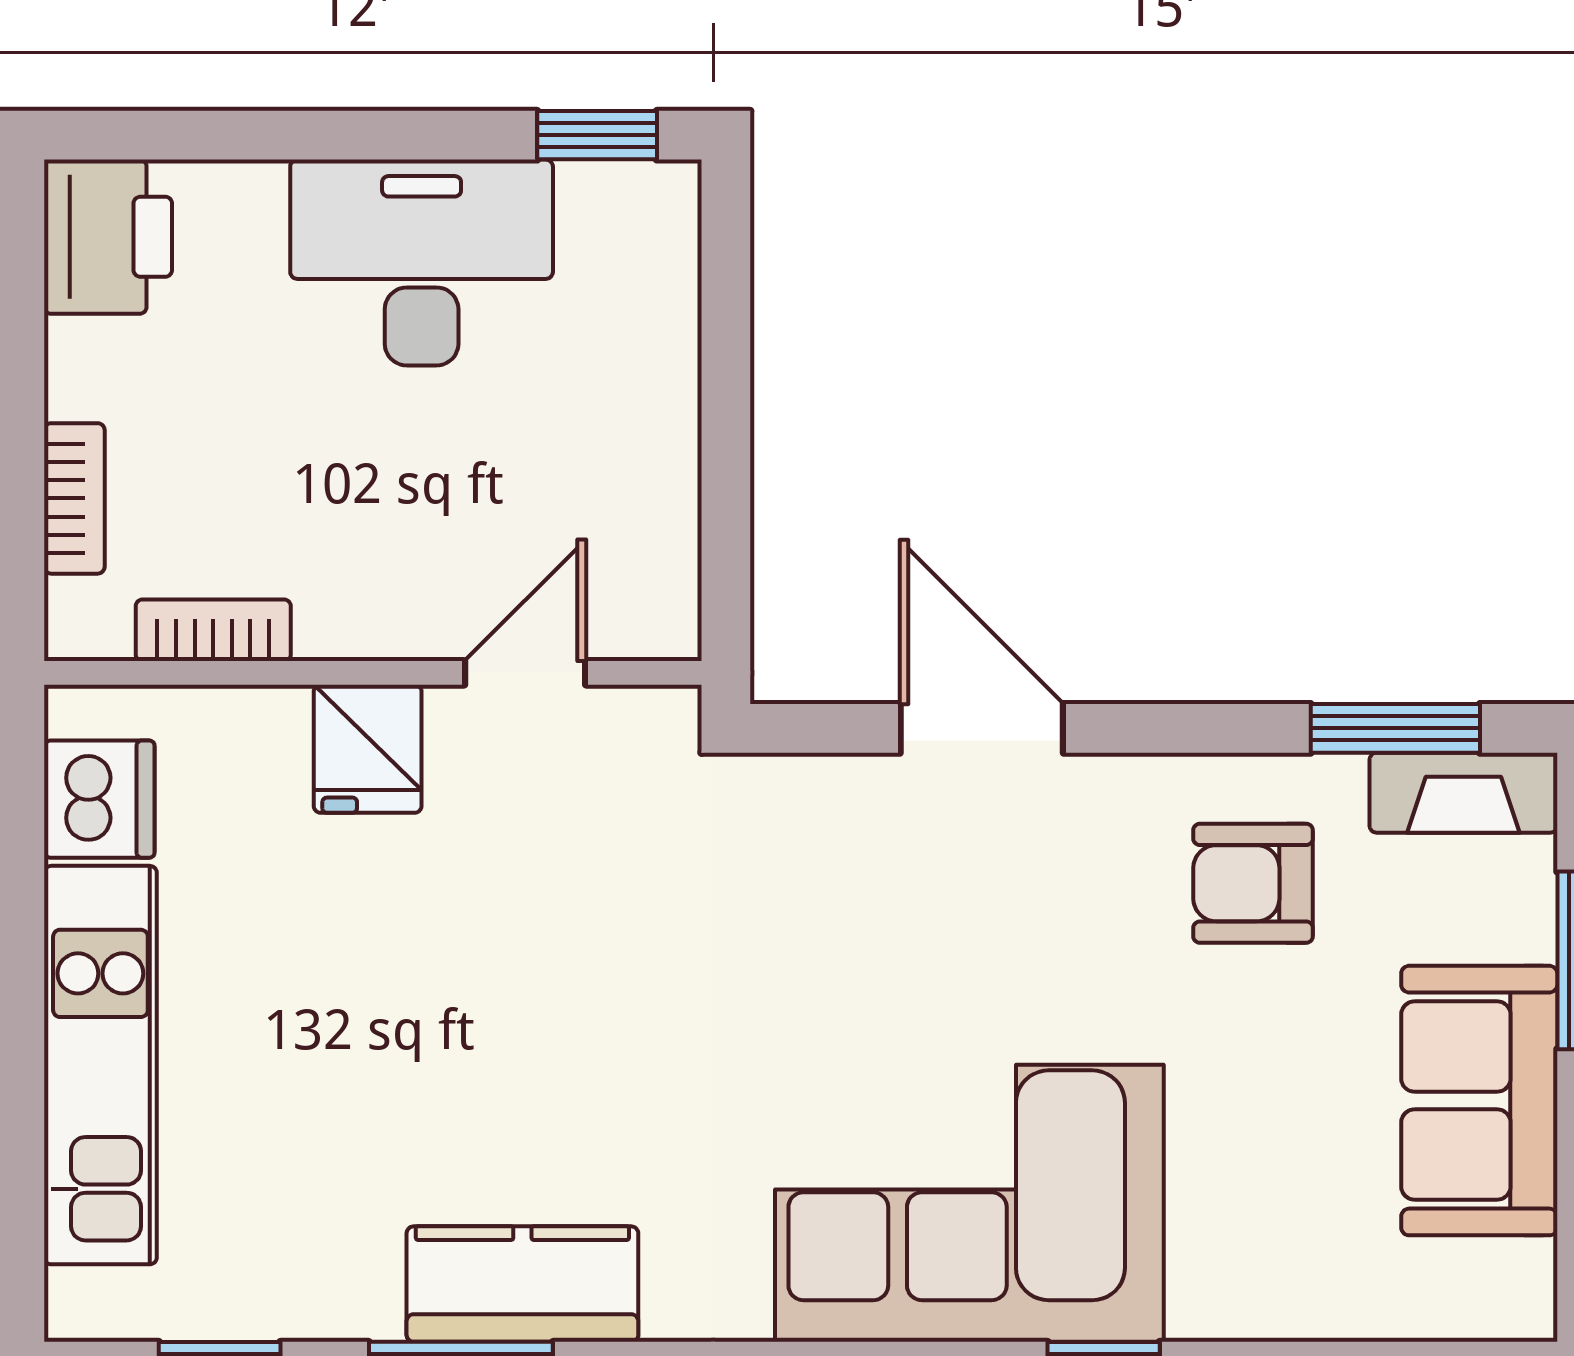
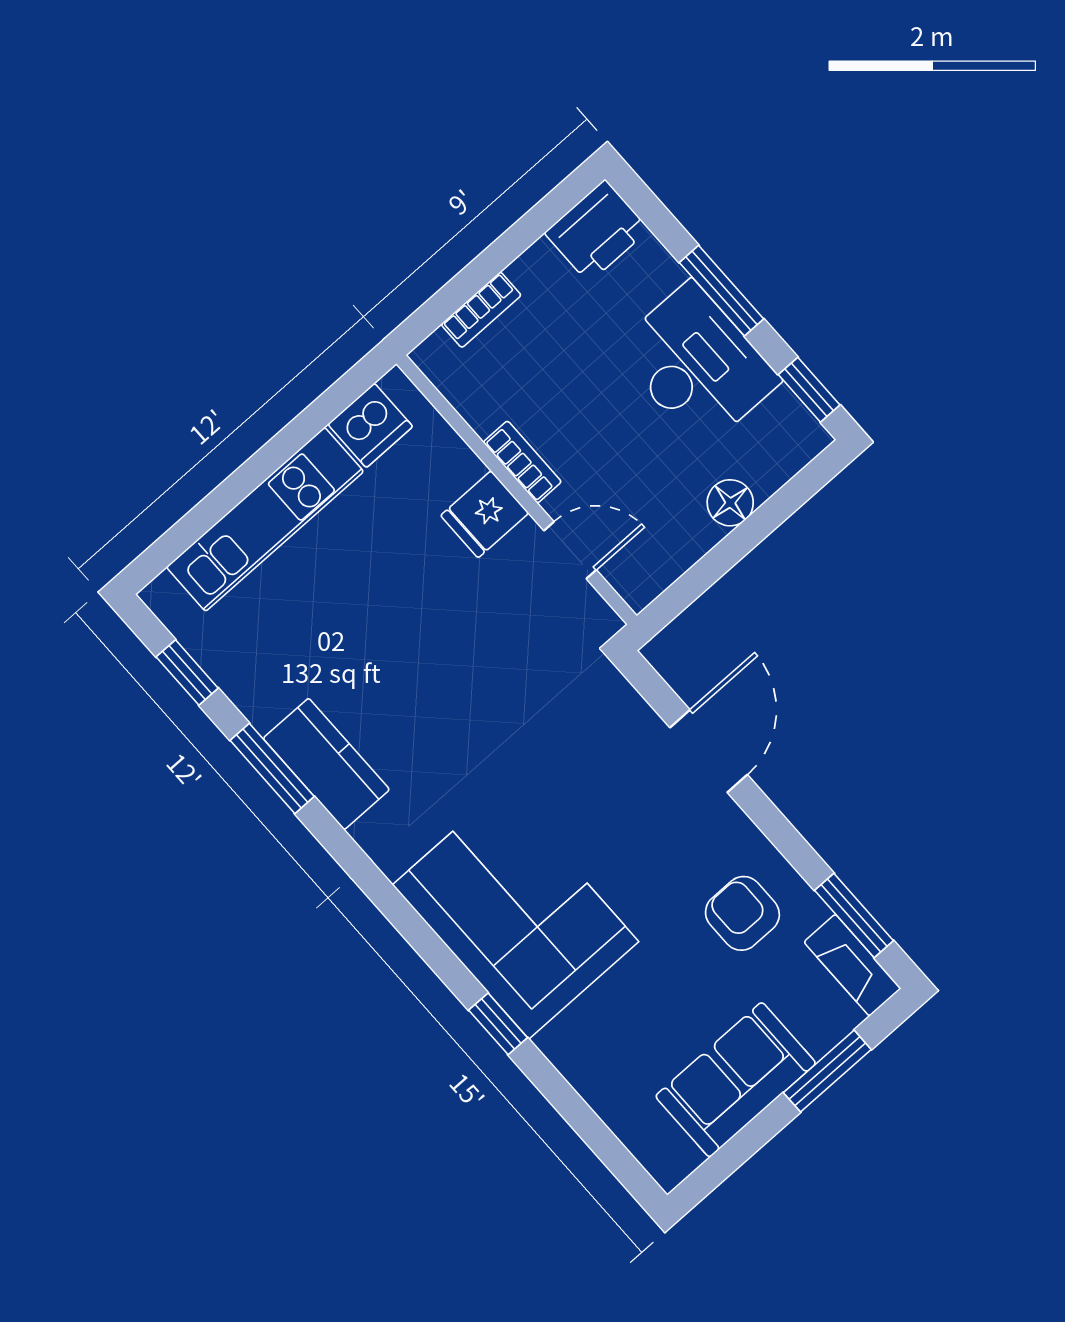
window: (348, 135) -> (722, 291), added
floor lamp: (658, 388) -> (730, 503), added
bookcase: (213, 630) -> (522, 462), moved

